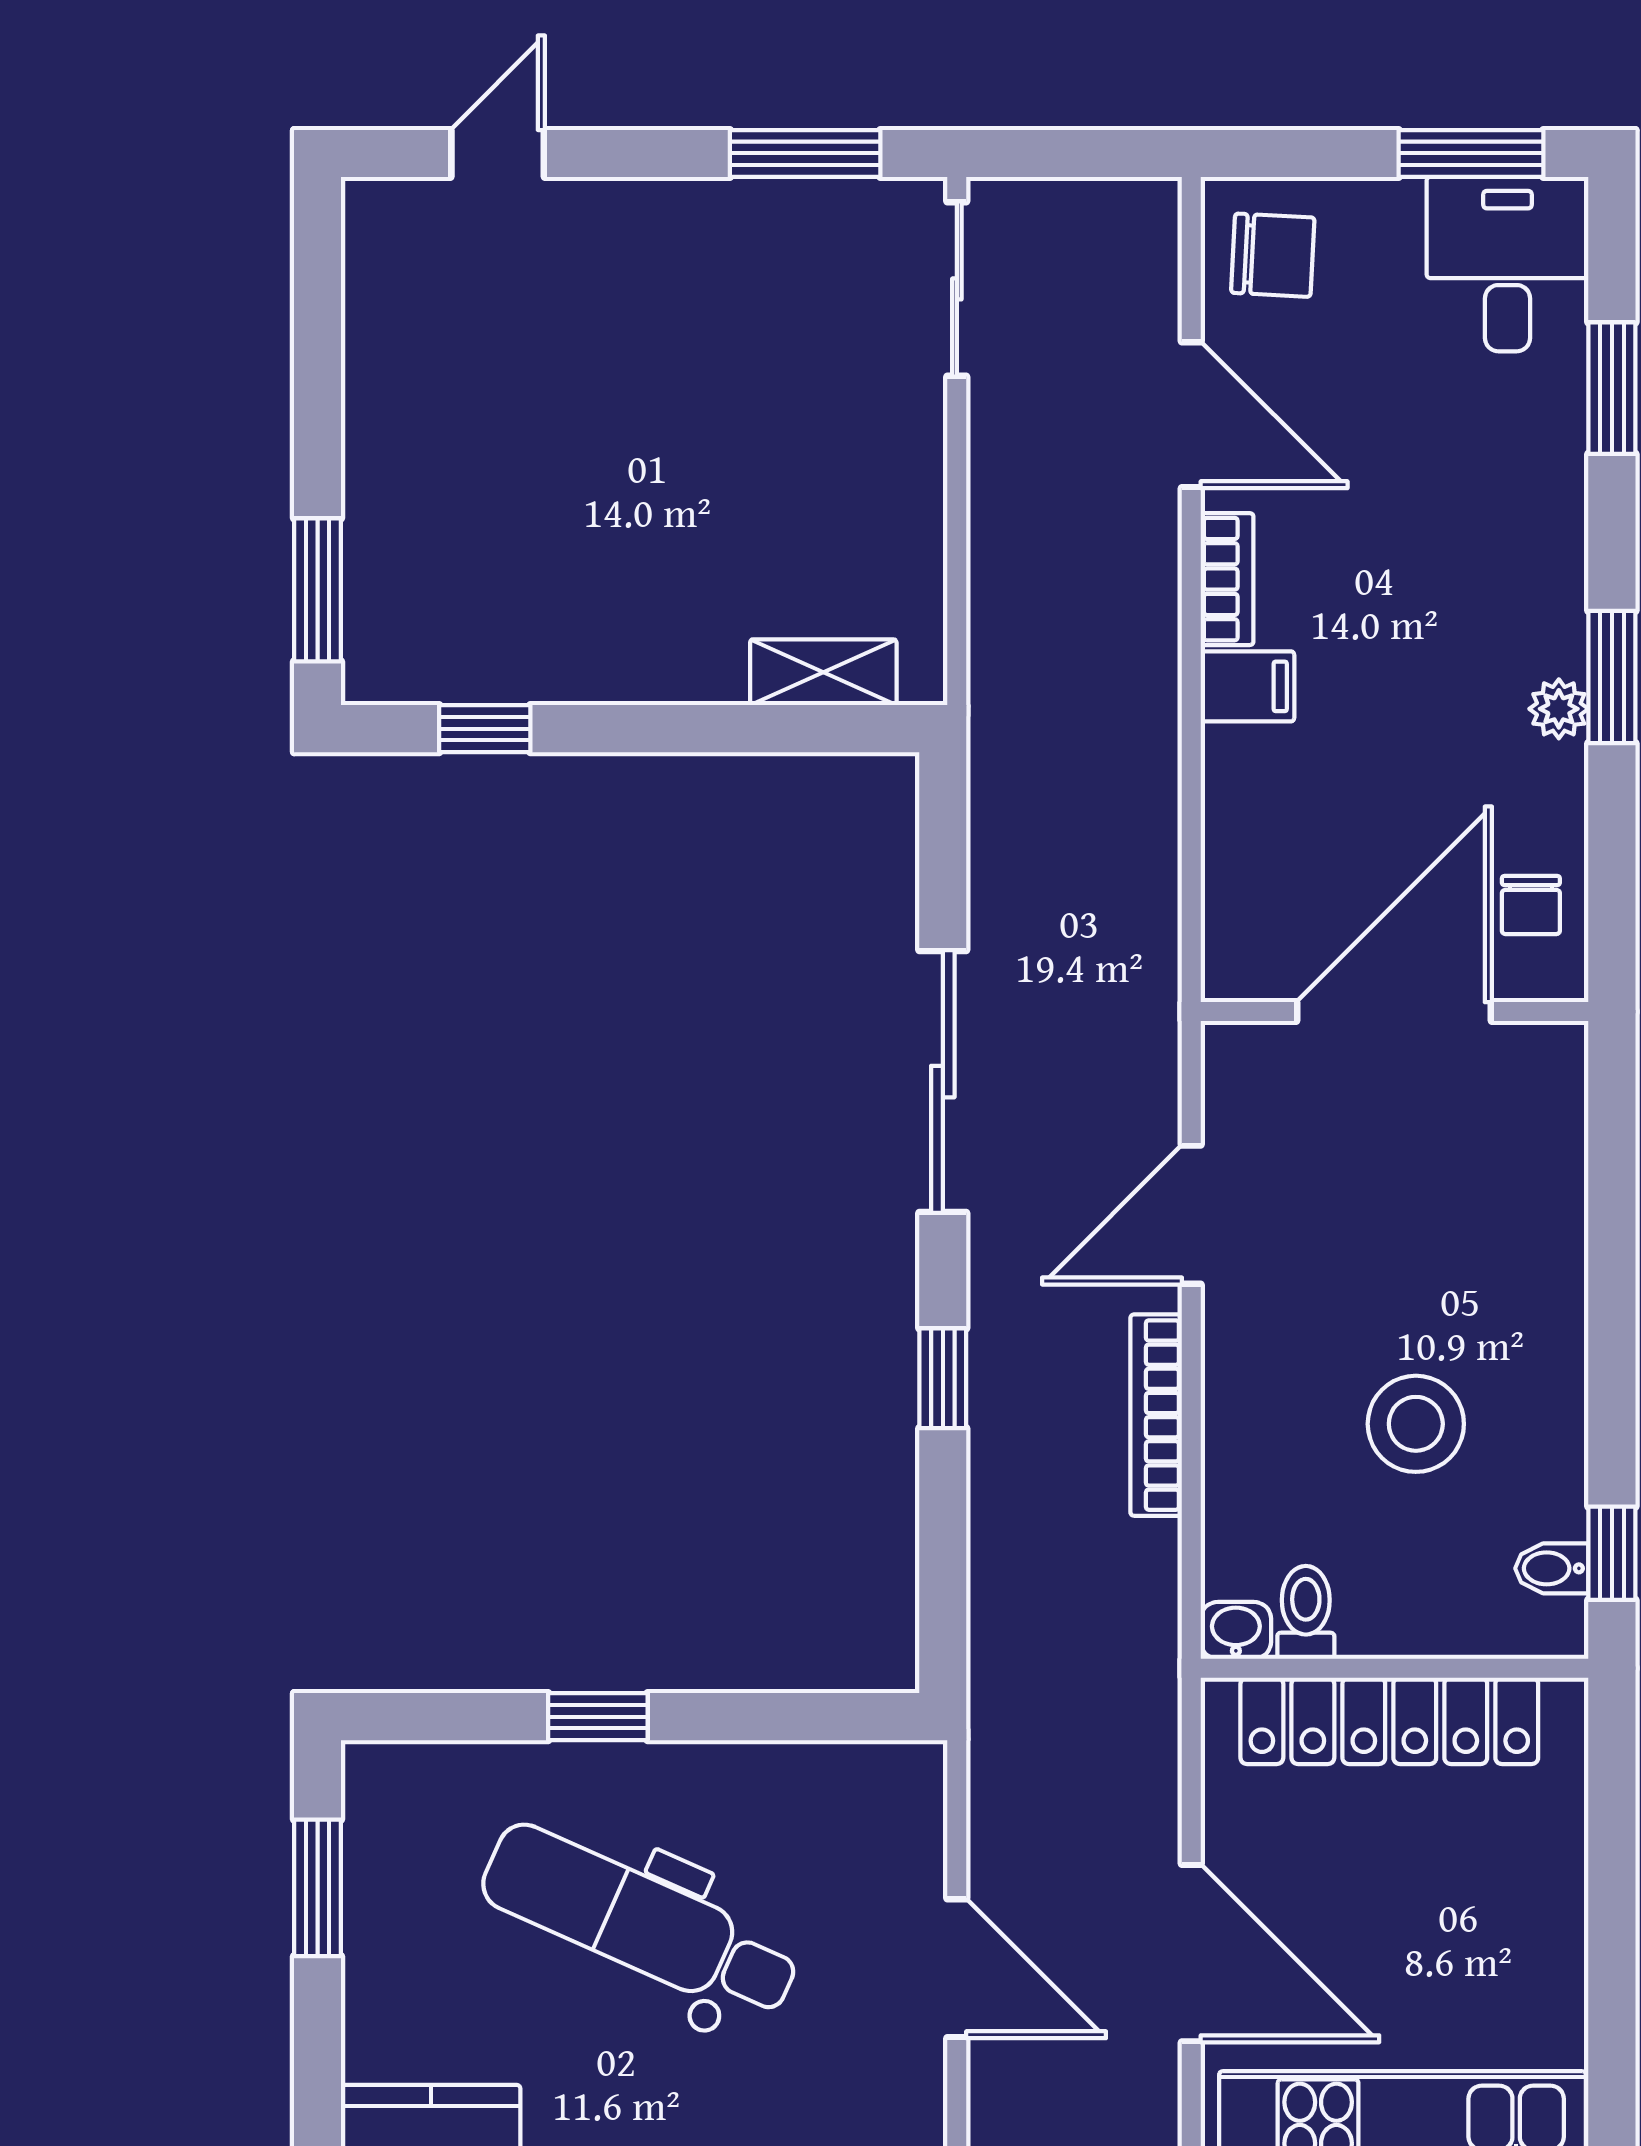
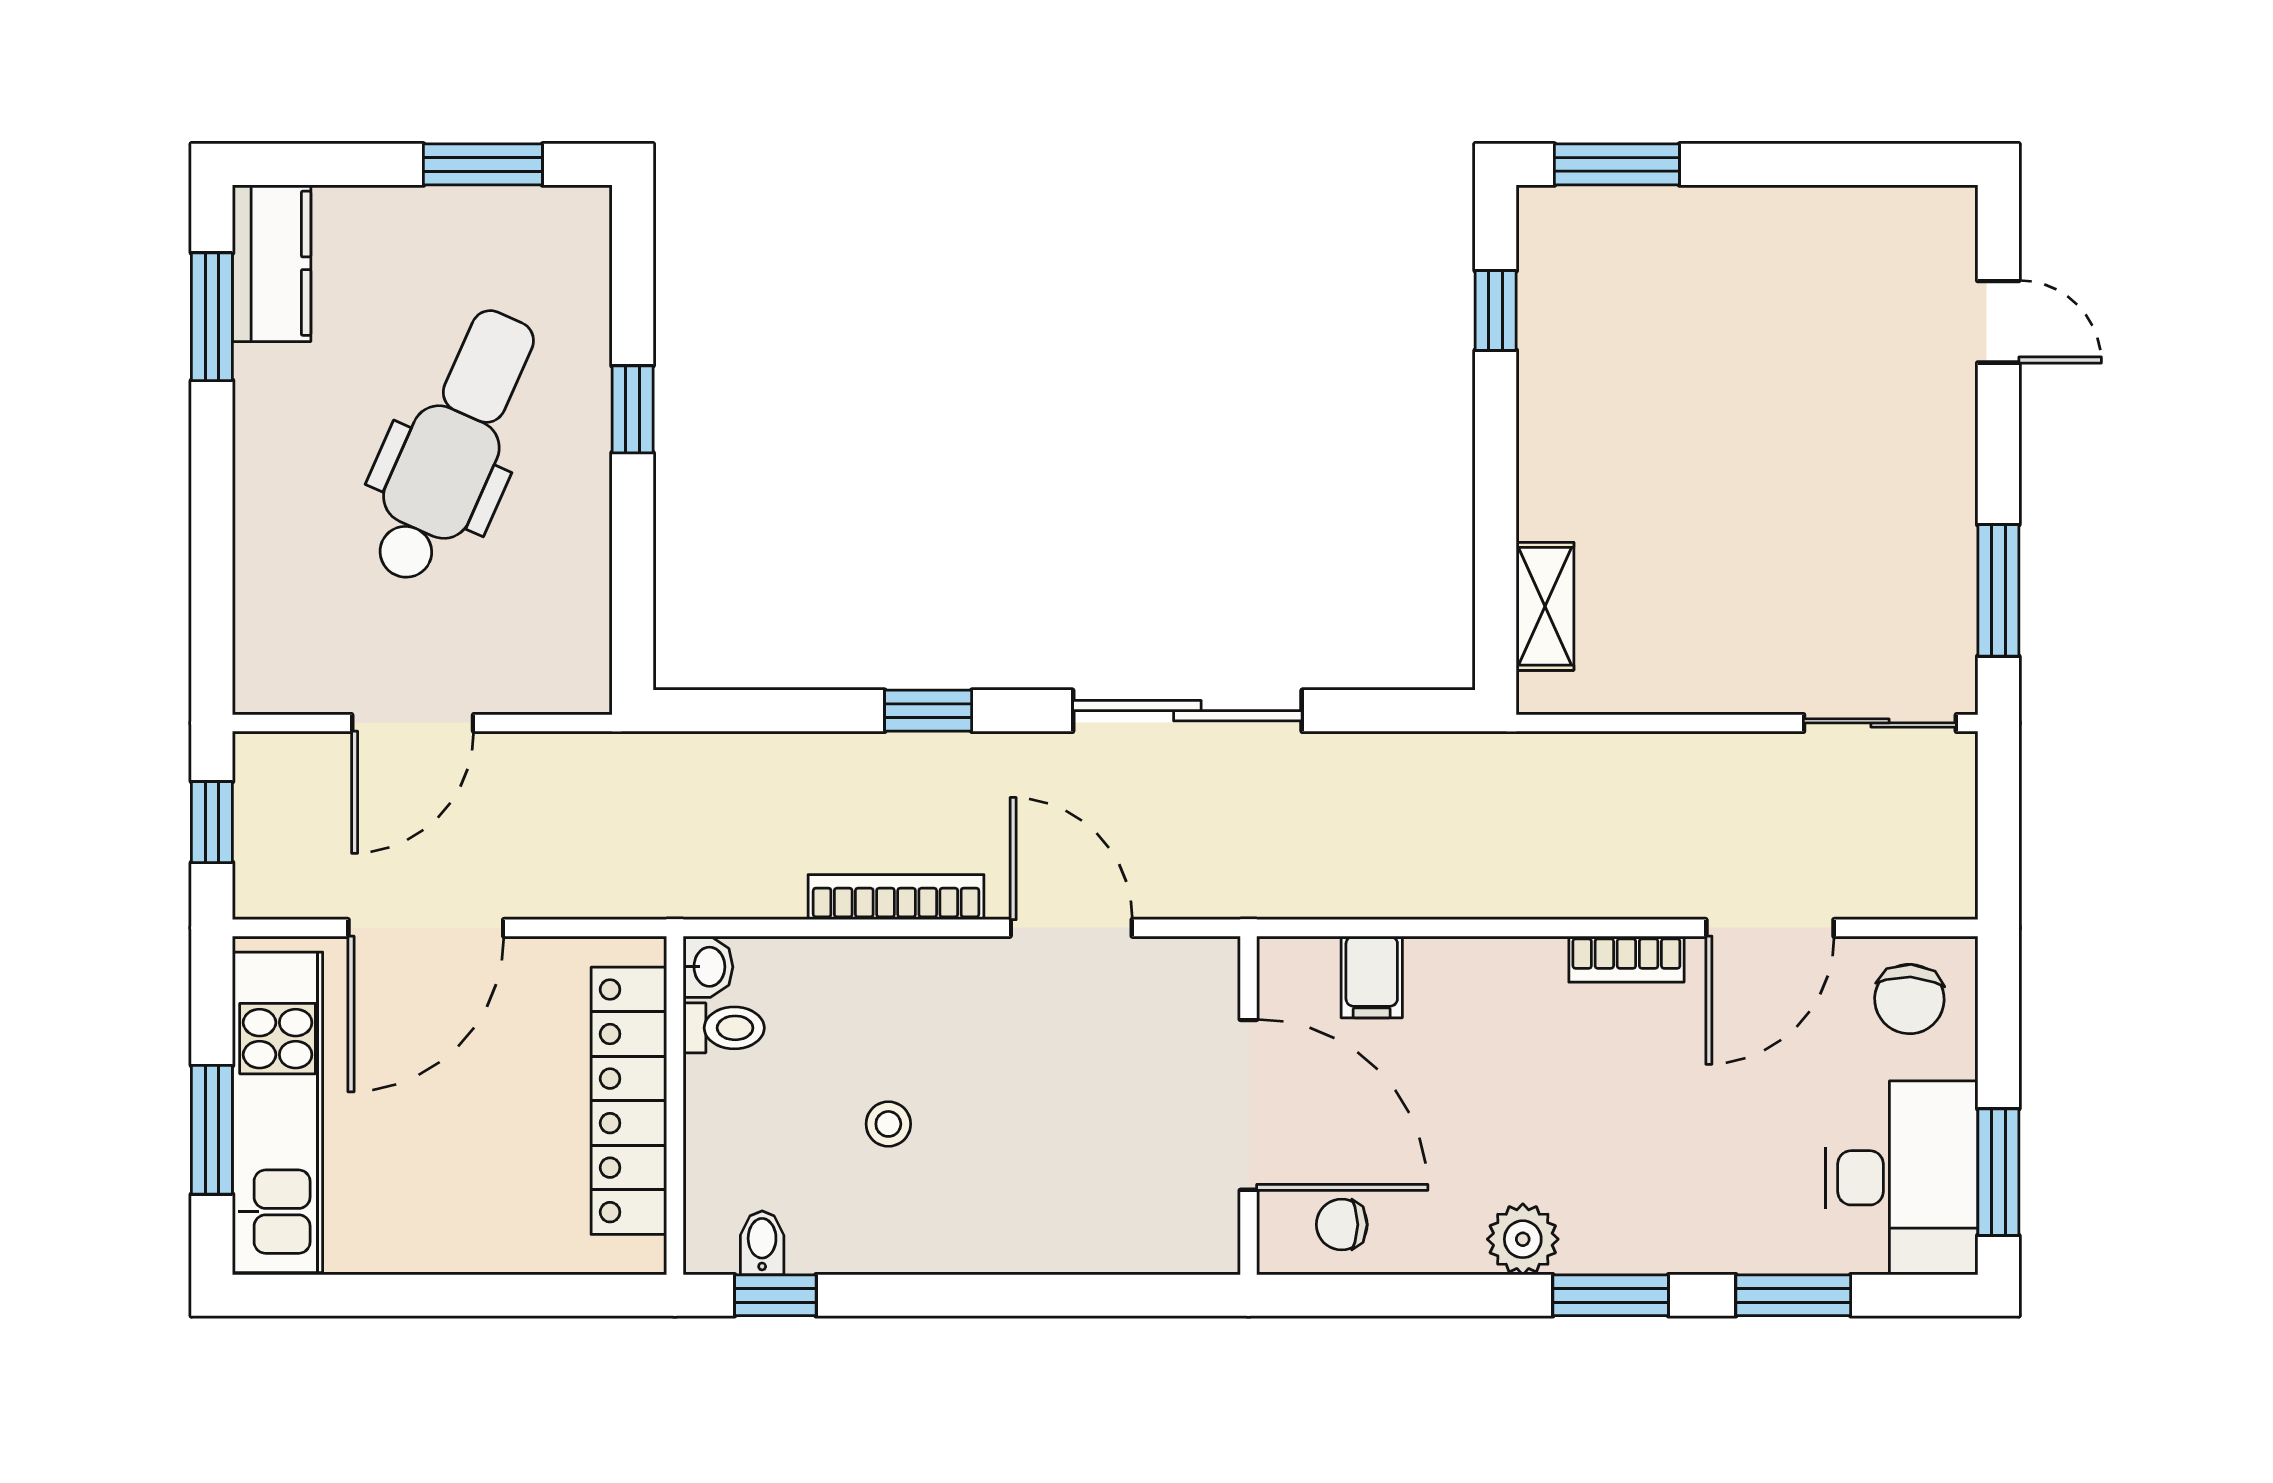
desk: (1508, 264) -> (1902, 1178), width x1.37
window: (1612, 677) -> (1611, 1295), moved
filing cabinet: (1247, 686) -> (1372, 977), moved
plant: (1559, 709) -> (1523, 1239), width x1.38, depth x1.38
stool: (1416, 1424) -> (888, 1124), width x0.53, depth x0.53

